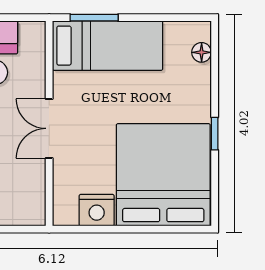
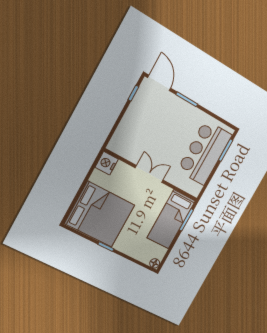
floor lamp: (202, 52) -> (155, 263), moved
nightstand: (97, 210) -> (107, 163), moved

